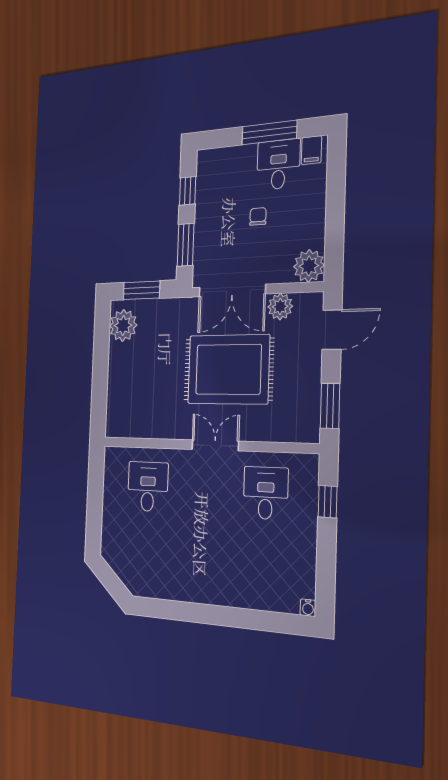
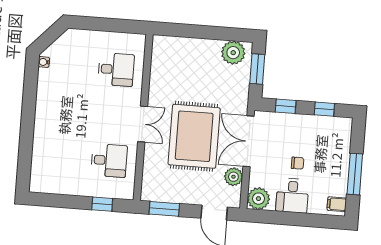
desk: (278, 164) -> (292, 196), moved, turned 90
window: (186, 245) -> (286, 106), width x0.67
water cooler: (308, 608) -> (44, 62), moved

